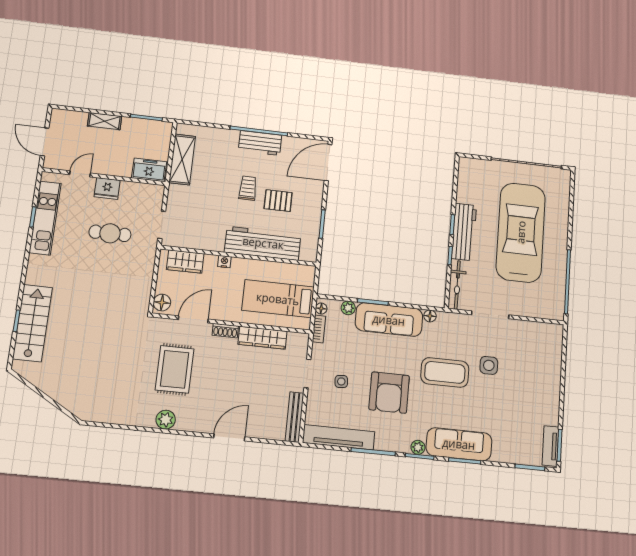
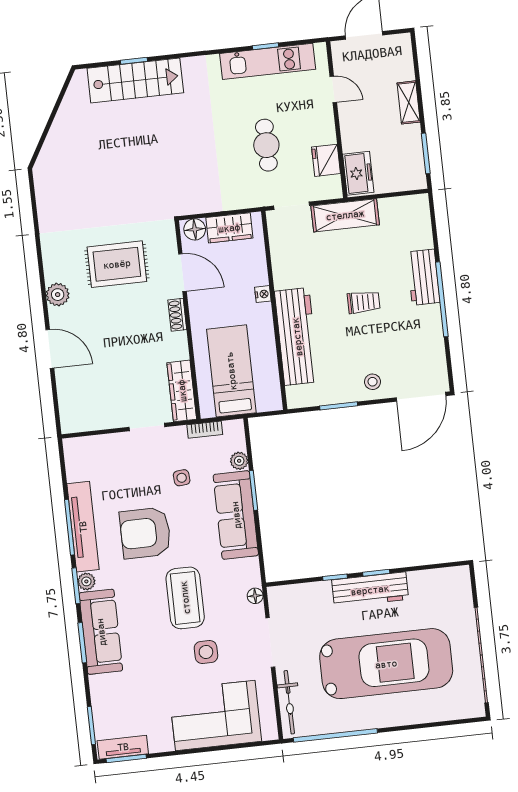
workbench: (260, 143) -> (423, 277), moved
shelving: (182, 159) -> (345, 215), moved
door: (328, 162) -> (421, 397), swing flipped
fridge: (107, 188) -> (326, 160), moved
stool: (309, 195) -> (373, 382), added
pallet: (278, 201) -> (356, 344), removed
wardrobe: (185, 262) -> (229, 228), moved, turned -90
bicycle: (457, 285) -> (289, 702), moved, turned -90
floor lamp: (321, 308) -> (231, 427), removed
floor lamp: (430, 316) -> (255, 596), moved
wardrobe: (262, 338) -> (182, 391), moved
corner sofa: (538, 369) -> (215, 716), added
side table: (341, 381) -> (182, 478), moved
bench: (294, 417) -> (91, 422), removed
plant: (166, 420) -> (58, 295), moved
tv unit: (339, 437) -> (83, 527), moved

